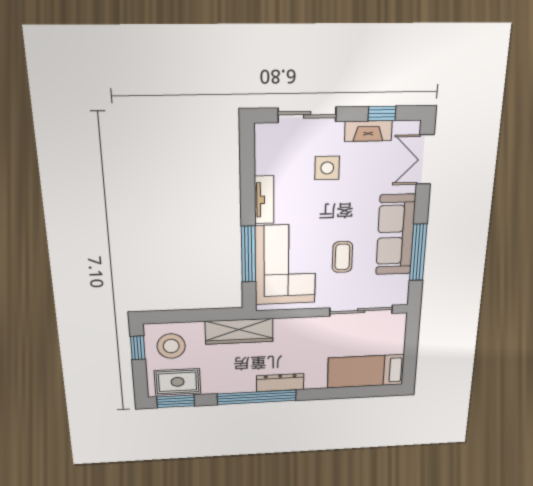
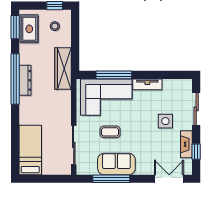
sofa: (396, 235) -> (116, 164), width x0.73
stool: (171, 346) -> (55, 26), width x0.53, depth x0.53
dresser: (280, 383) -> (25, 80), moved

